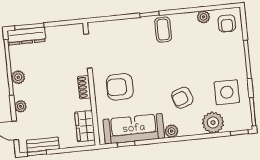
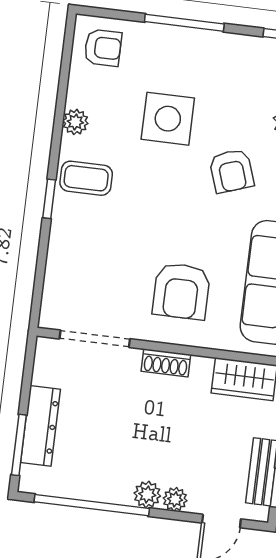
plant: (203, 17) -> (75, 122), moved
dresser: (26, 36) -> (40, 426), moved
plant: (18, 77) -> (147, 494), moved
side table: (227, 92) -> (168, 119), moved

